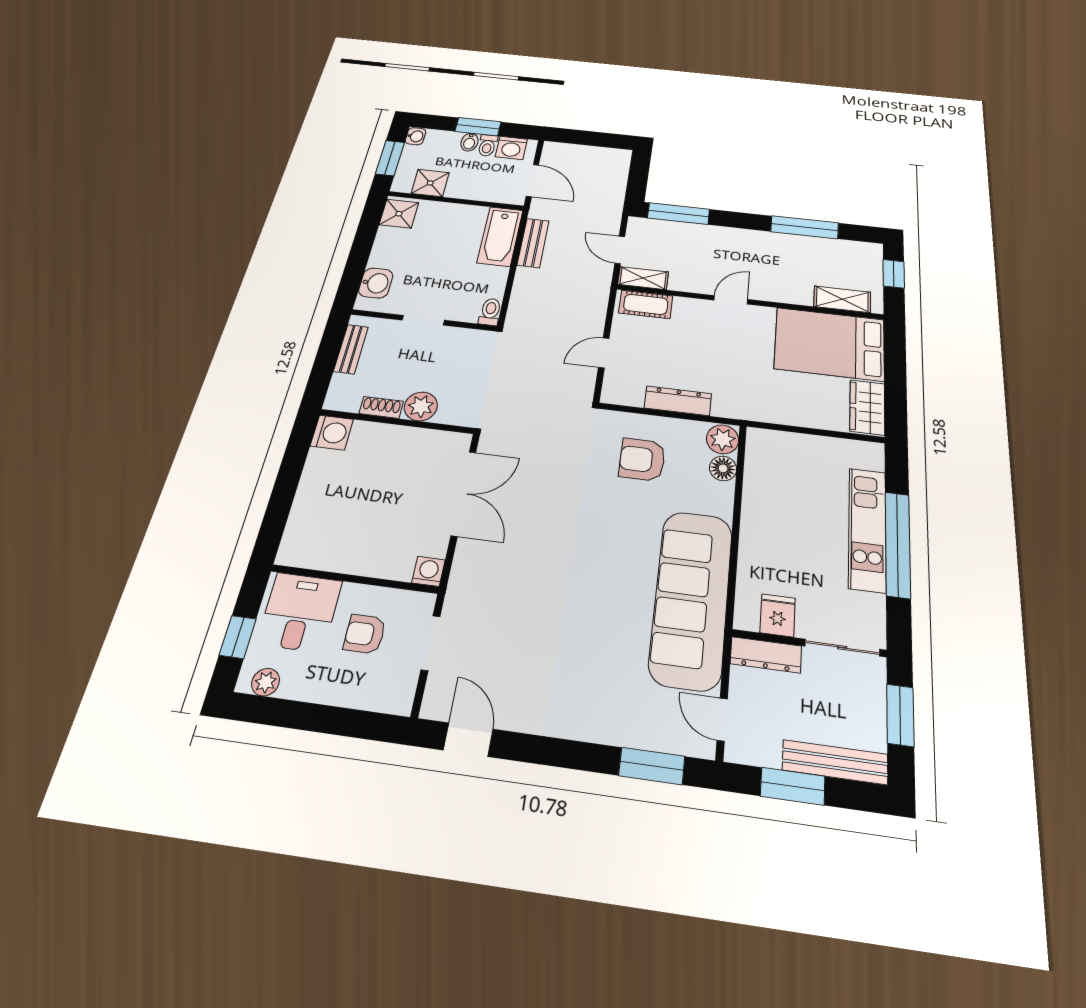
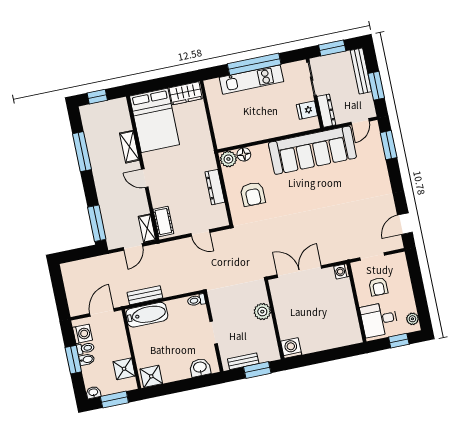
shelving: (842, 299) -> (129, 147), moved
window: (324, 366) -> (257, 370), added
shoe rack: (381, 407) -> (270, 331), removed

